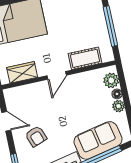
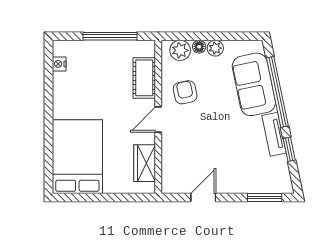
door: (57, 75) -> (158, 119), swing flipped
armchair: (36, 136) -> (185, 92), moved, turned -82

